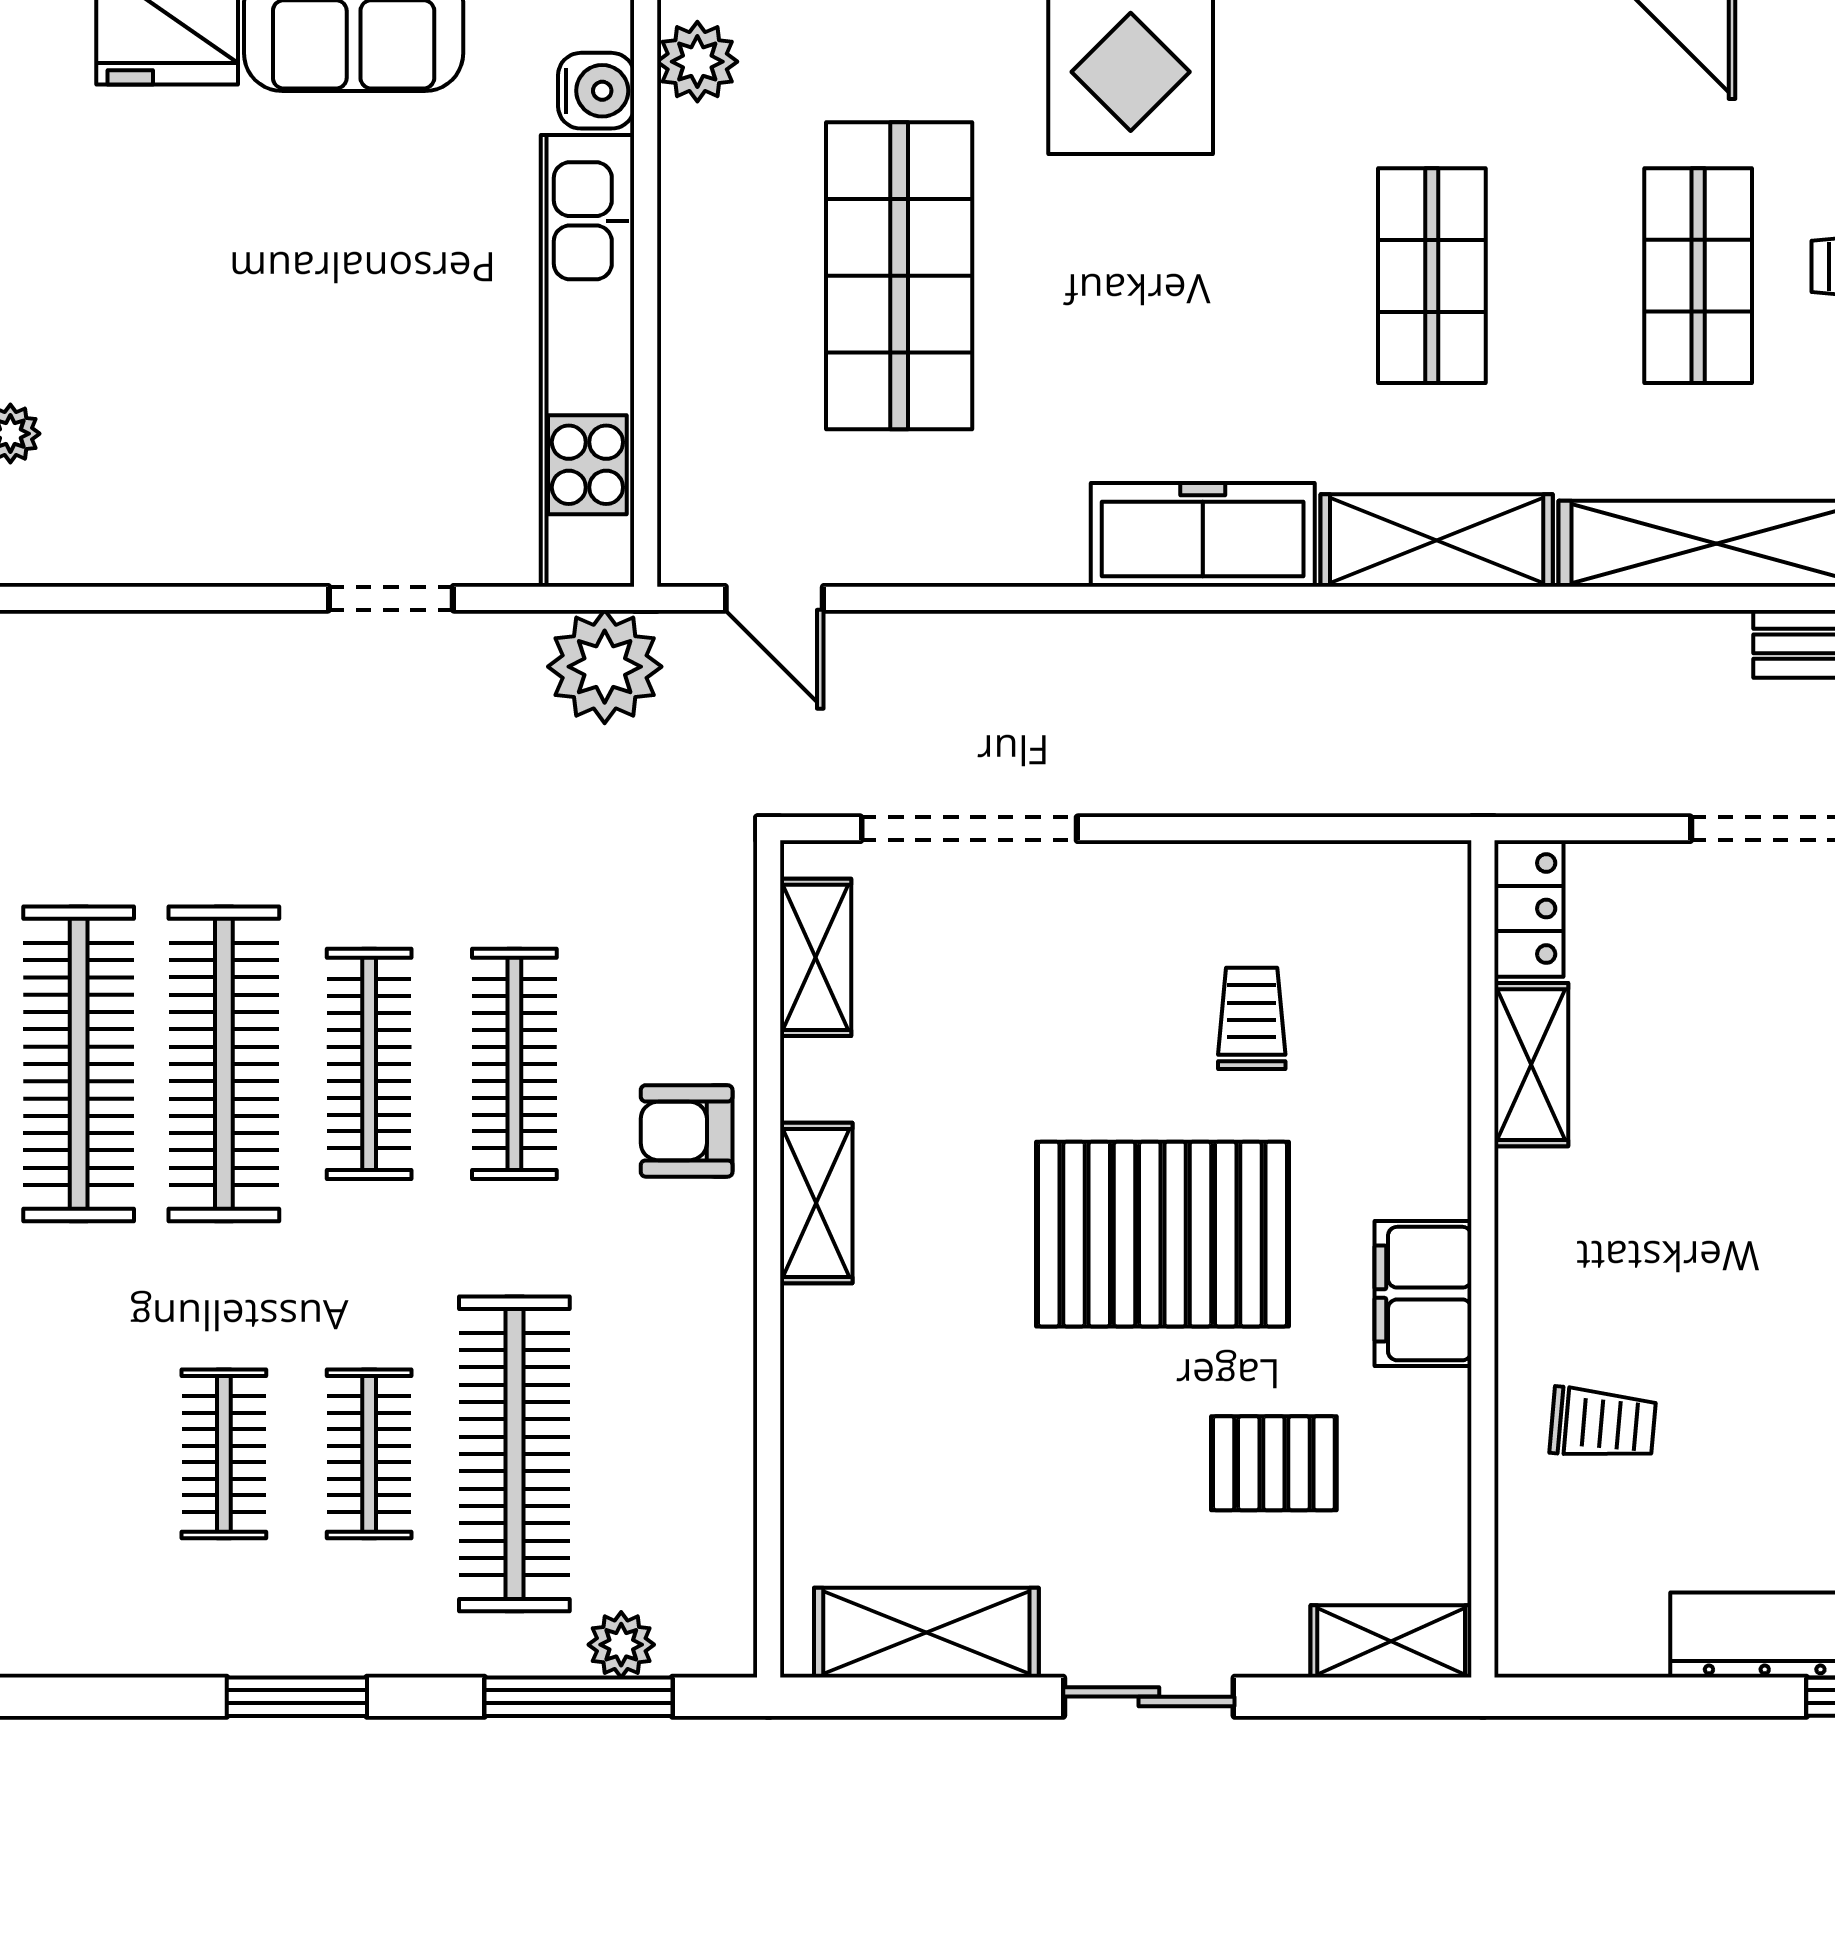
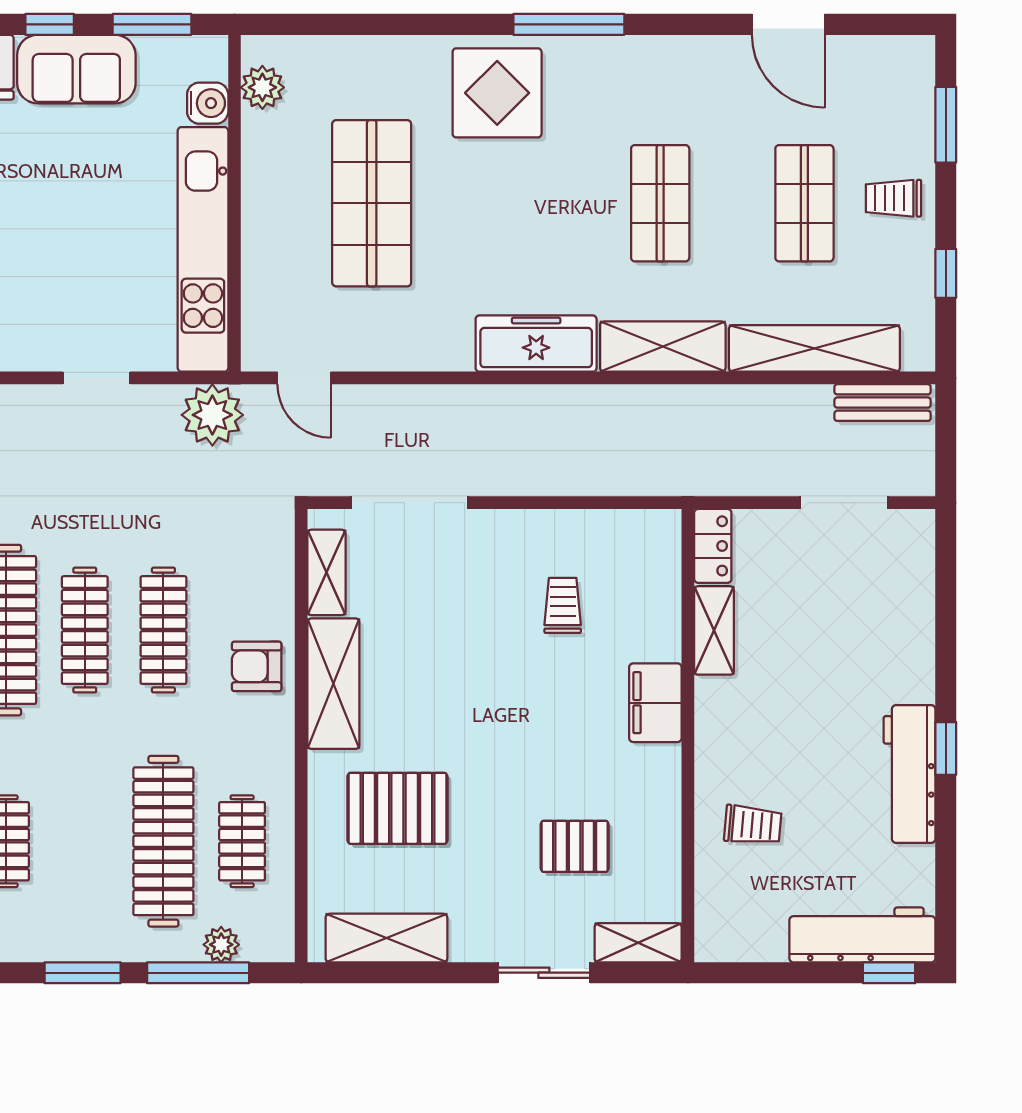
shelving: (816, 1203) -> (333, 684), width x1.50, depth x1.33
pallet: (1162, 1234) -> (397, 808), moved, width x0.73, depth x0.71
filing cabinet: (1423, 1294) -> (655, 703), moved
clothes rail: (369, 1454) -> (242, 841), moved
window: (297, 1697) -> (83, 973), moved
sliding door: (1149, 1697) -> (544, 973), moved

